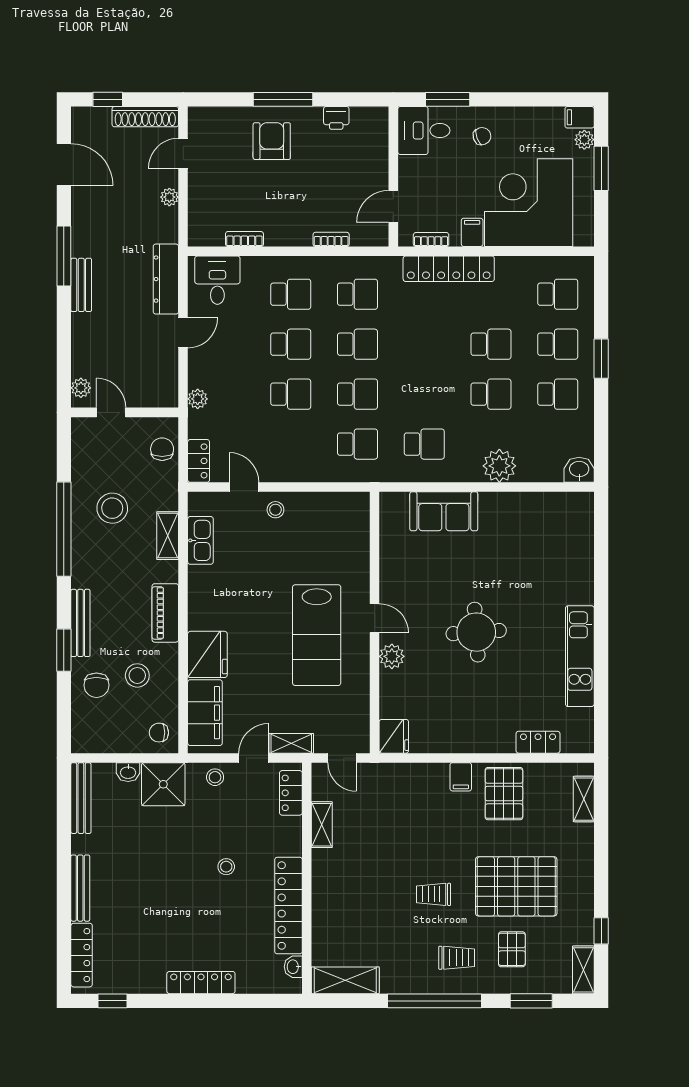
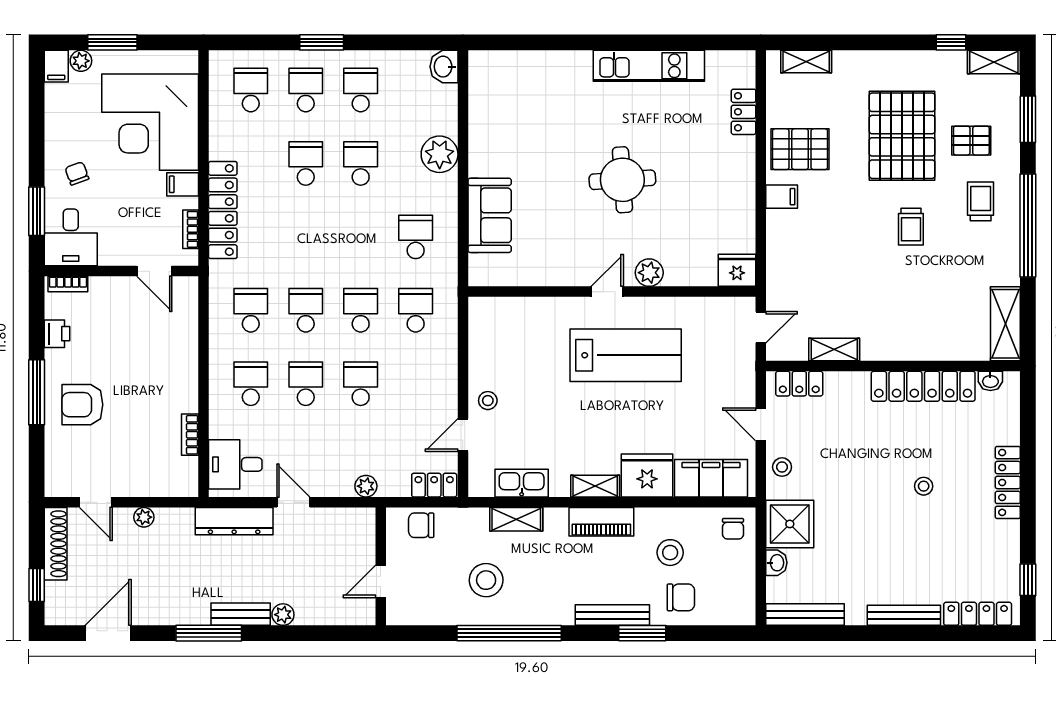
bookcase: (331, 239) -> (68, 284), moved, turned -90
plant: (81, 388) -> (283, 615), moved
shelving: (291, 743) -> (595, 486), moved, turned 90
stool: (226, 867) -> (924, 486), moved

